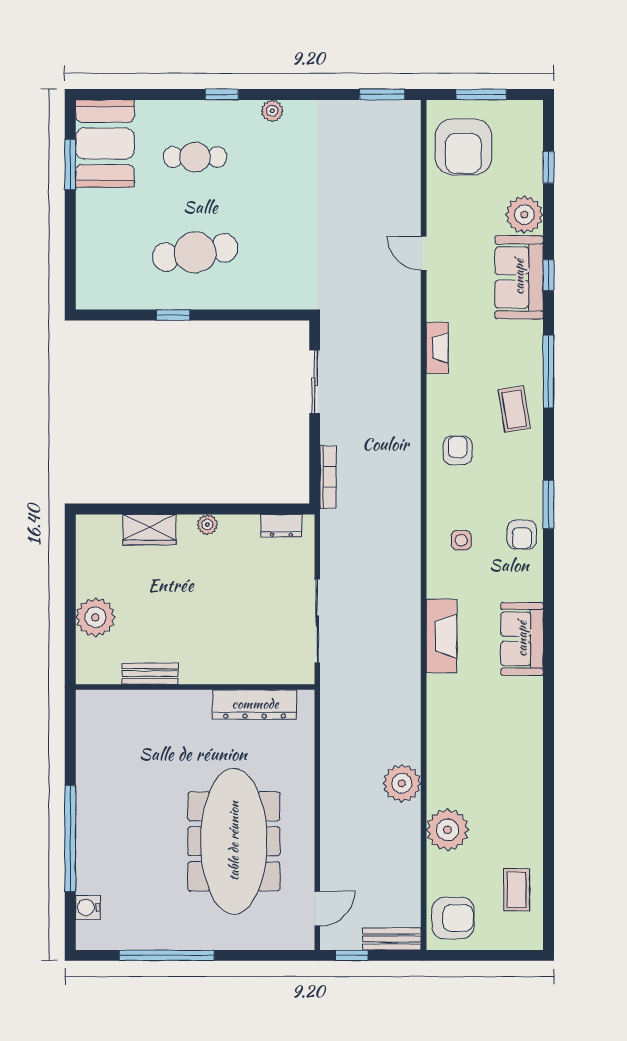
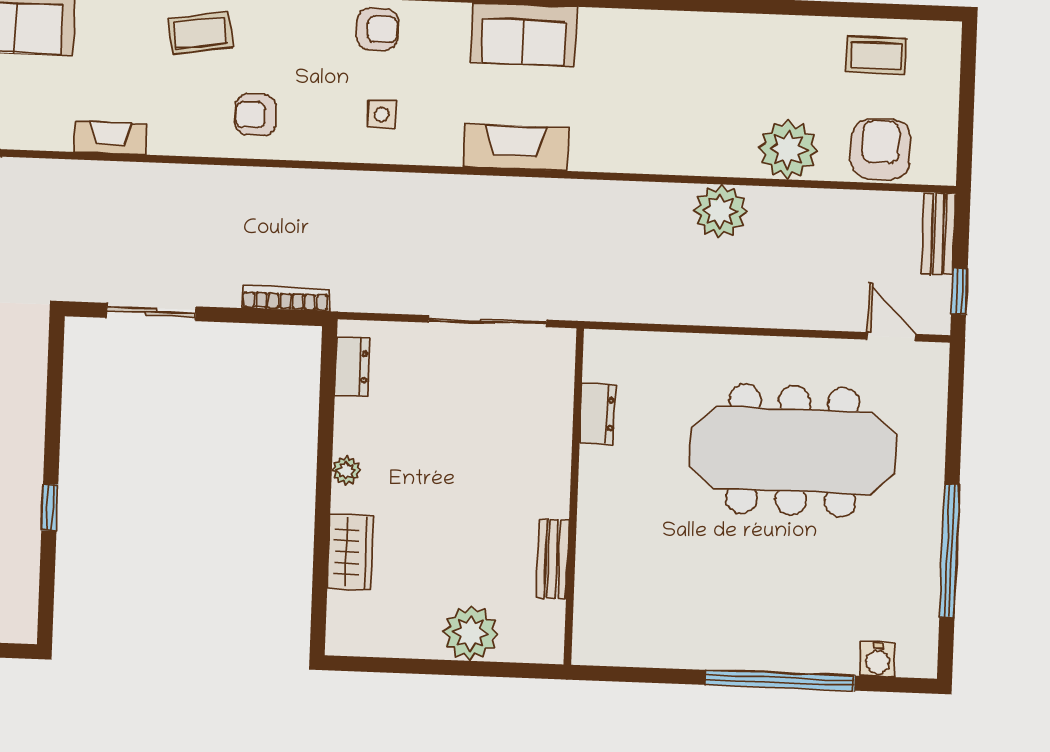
dresser: (255, 704) -> (597, 414), width x0.51, depth x0.80
armchair: (453, 918) -> (881, 149), moved

